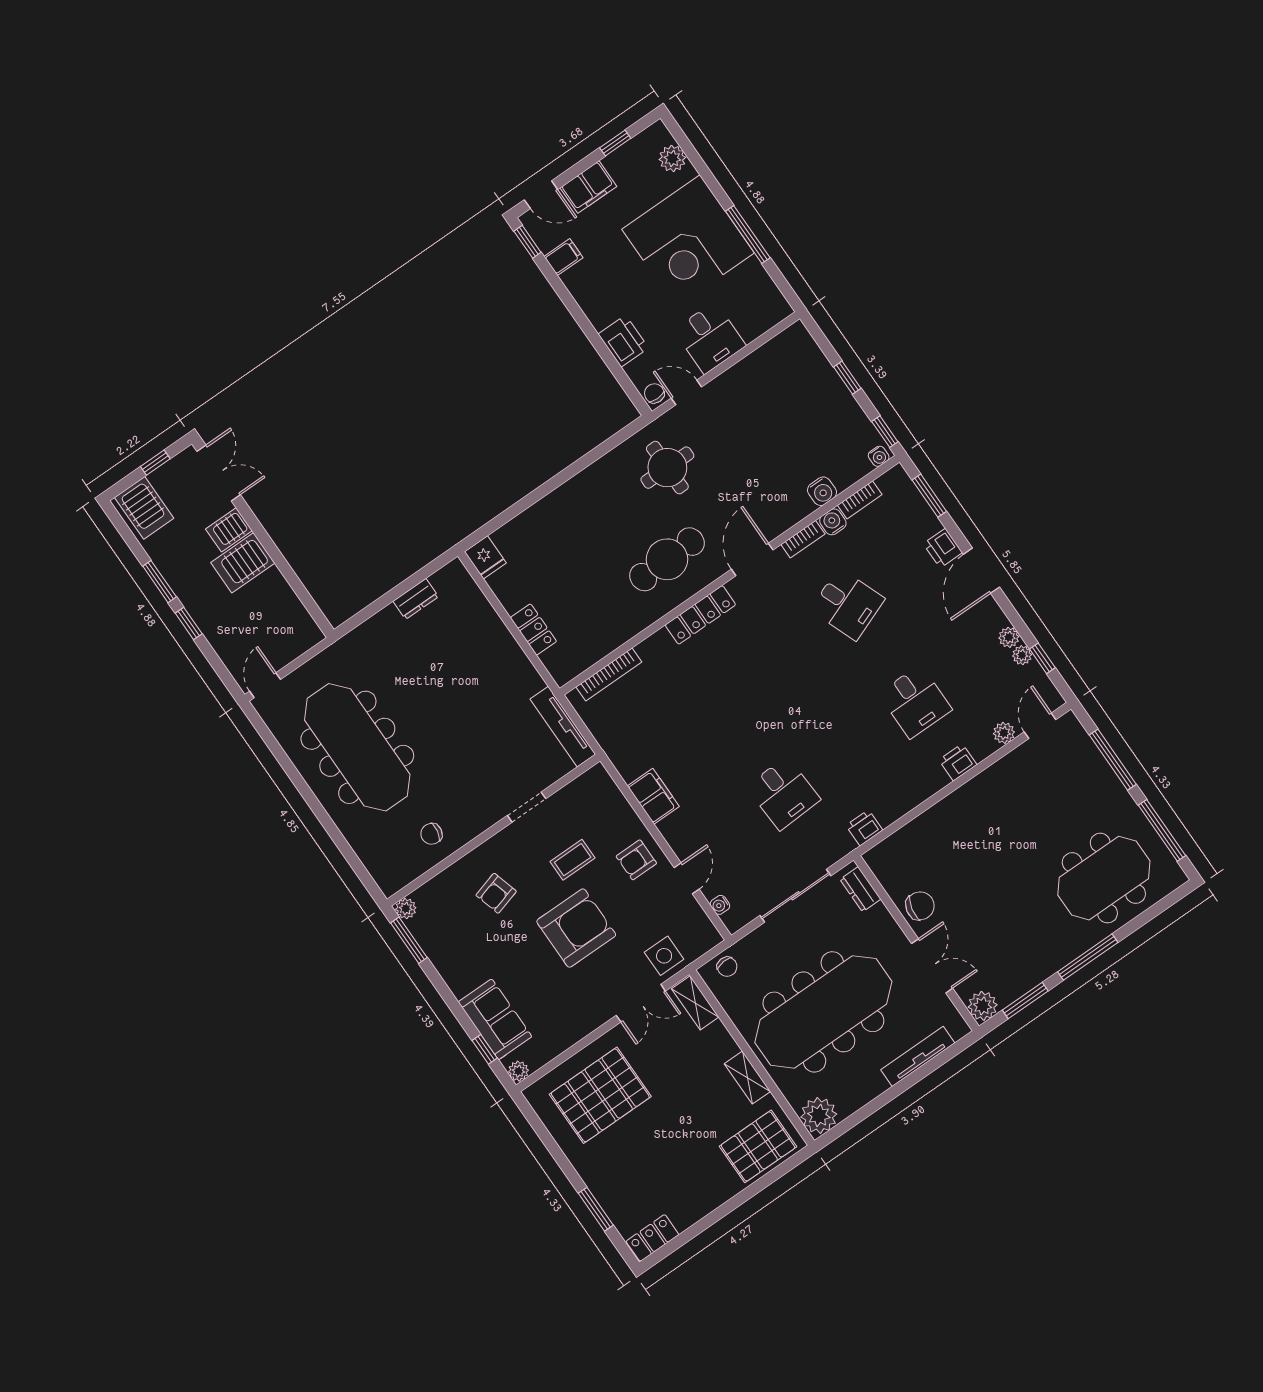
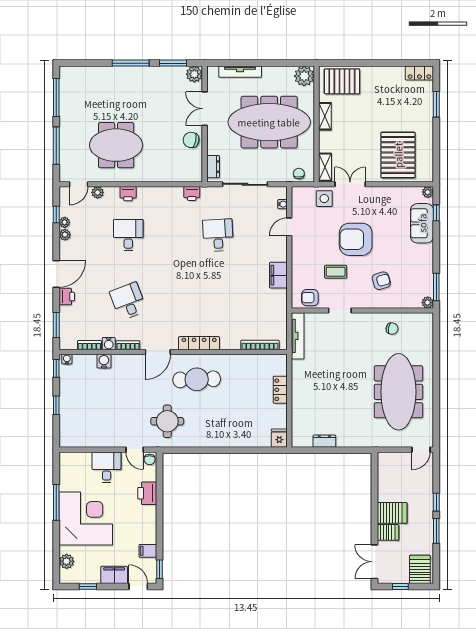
armchair: (636, 860) -> (310, 298), moved, turned 180
meeting table: (1104, 878) -> (116, 145), moved
pallet: (600, 1095) -> (398, 155), turned 90

